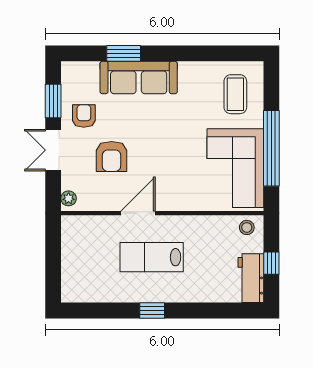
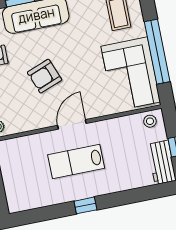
armchair: (112, 156) -> (45, 76), moved, turned 69
door: (138, 213) -> (72, 124), moved

